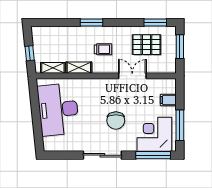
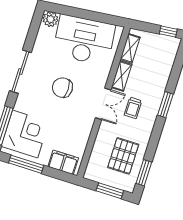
window: (30, 53) -> (168, 31), moved
double door: (132, 76) -> (103, 104), moved
filing cabinet: (168, 100) -> (63, 162), width x2.00
chair: (116, 120) -> (62, 88), moved
plant: (50, 144) -> (50, 19), added

